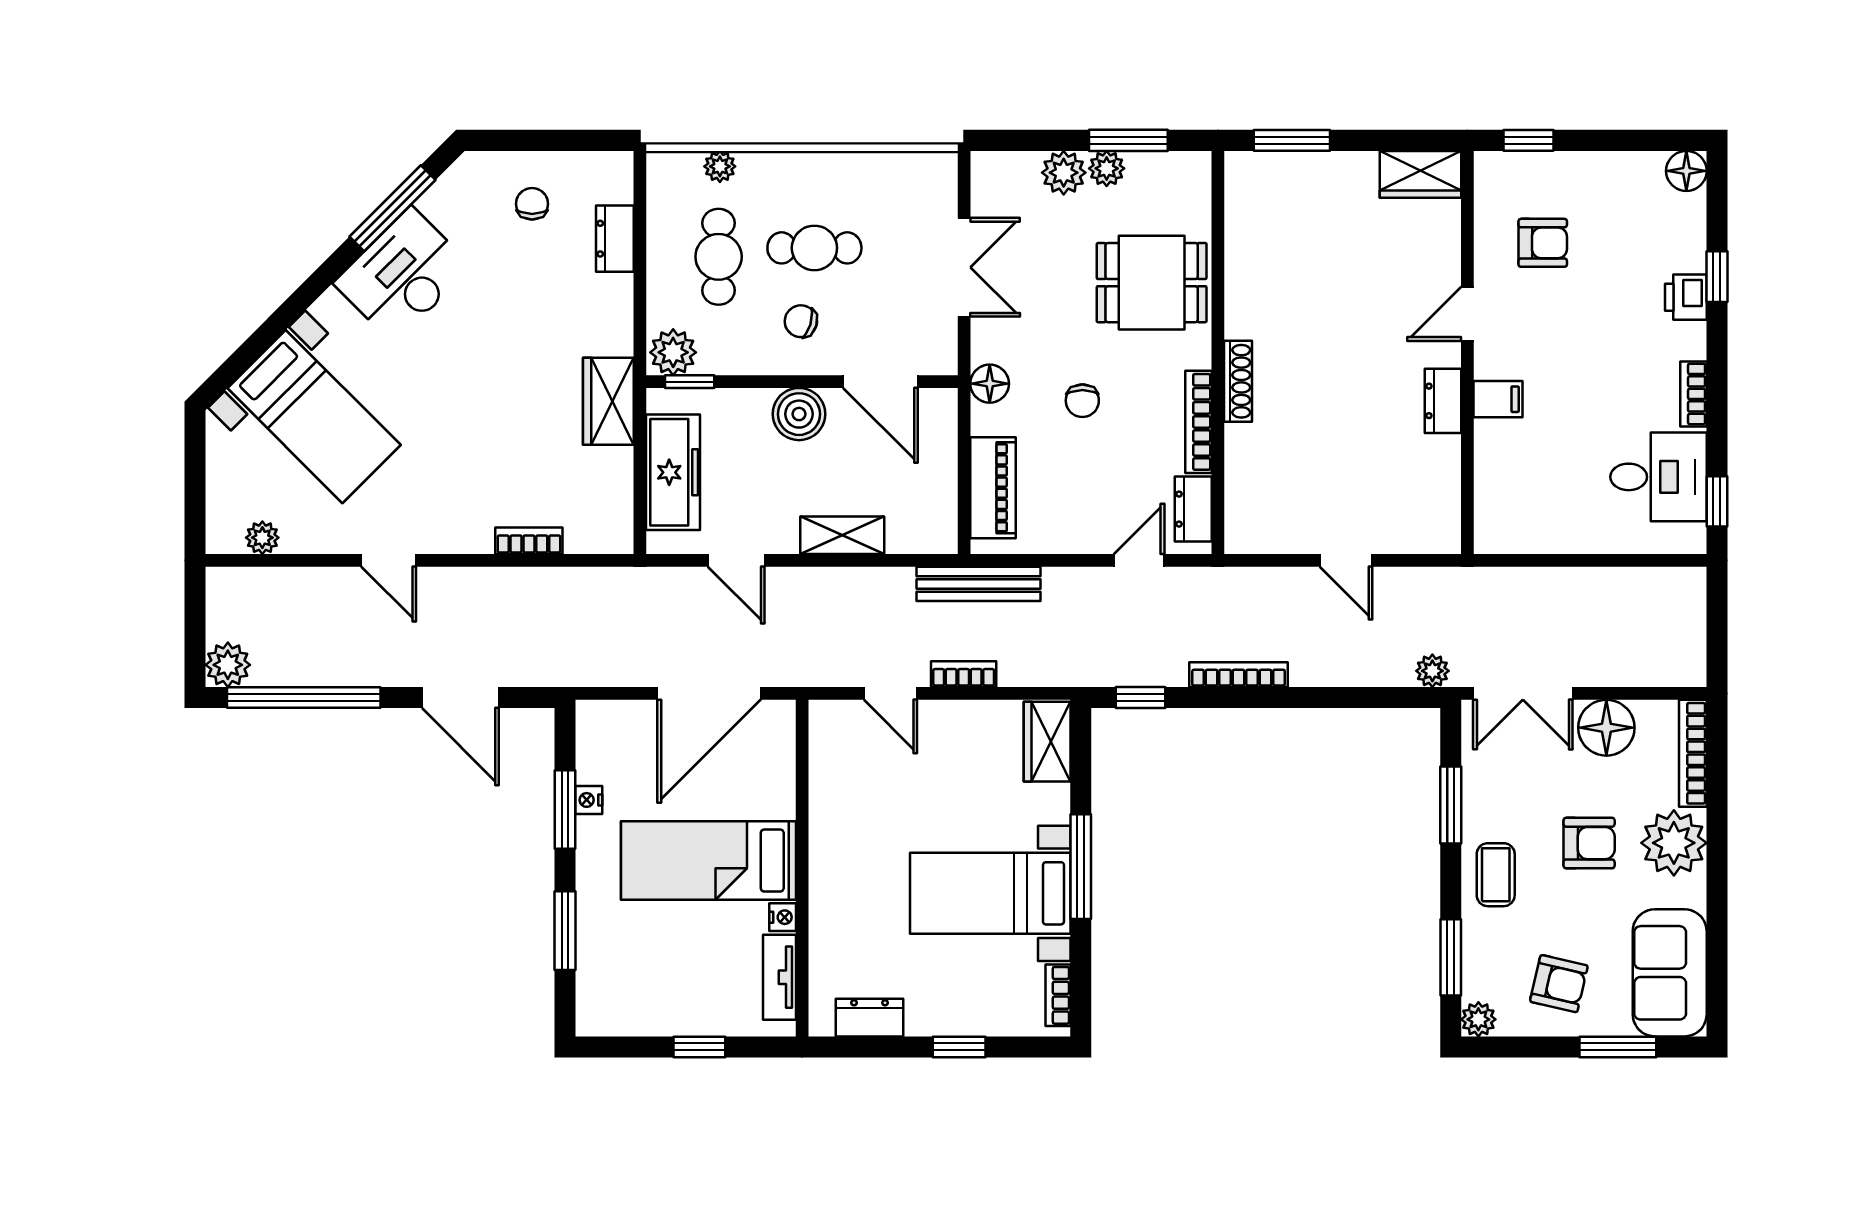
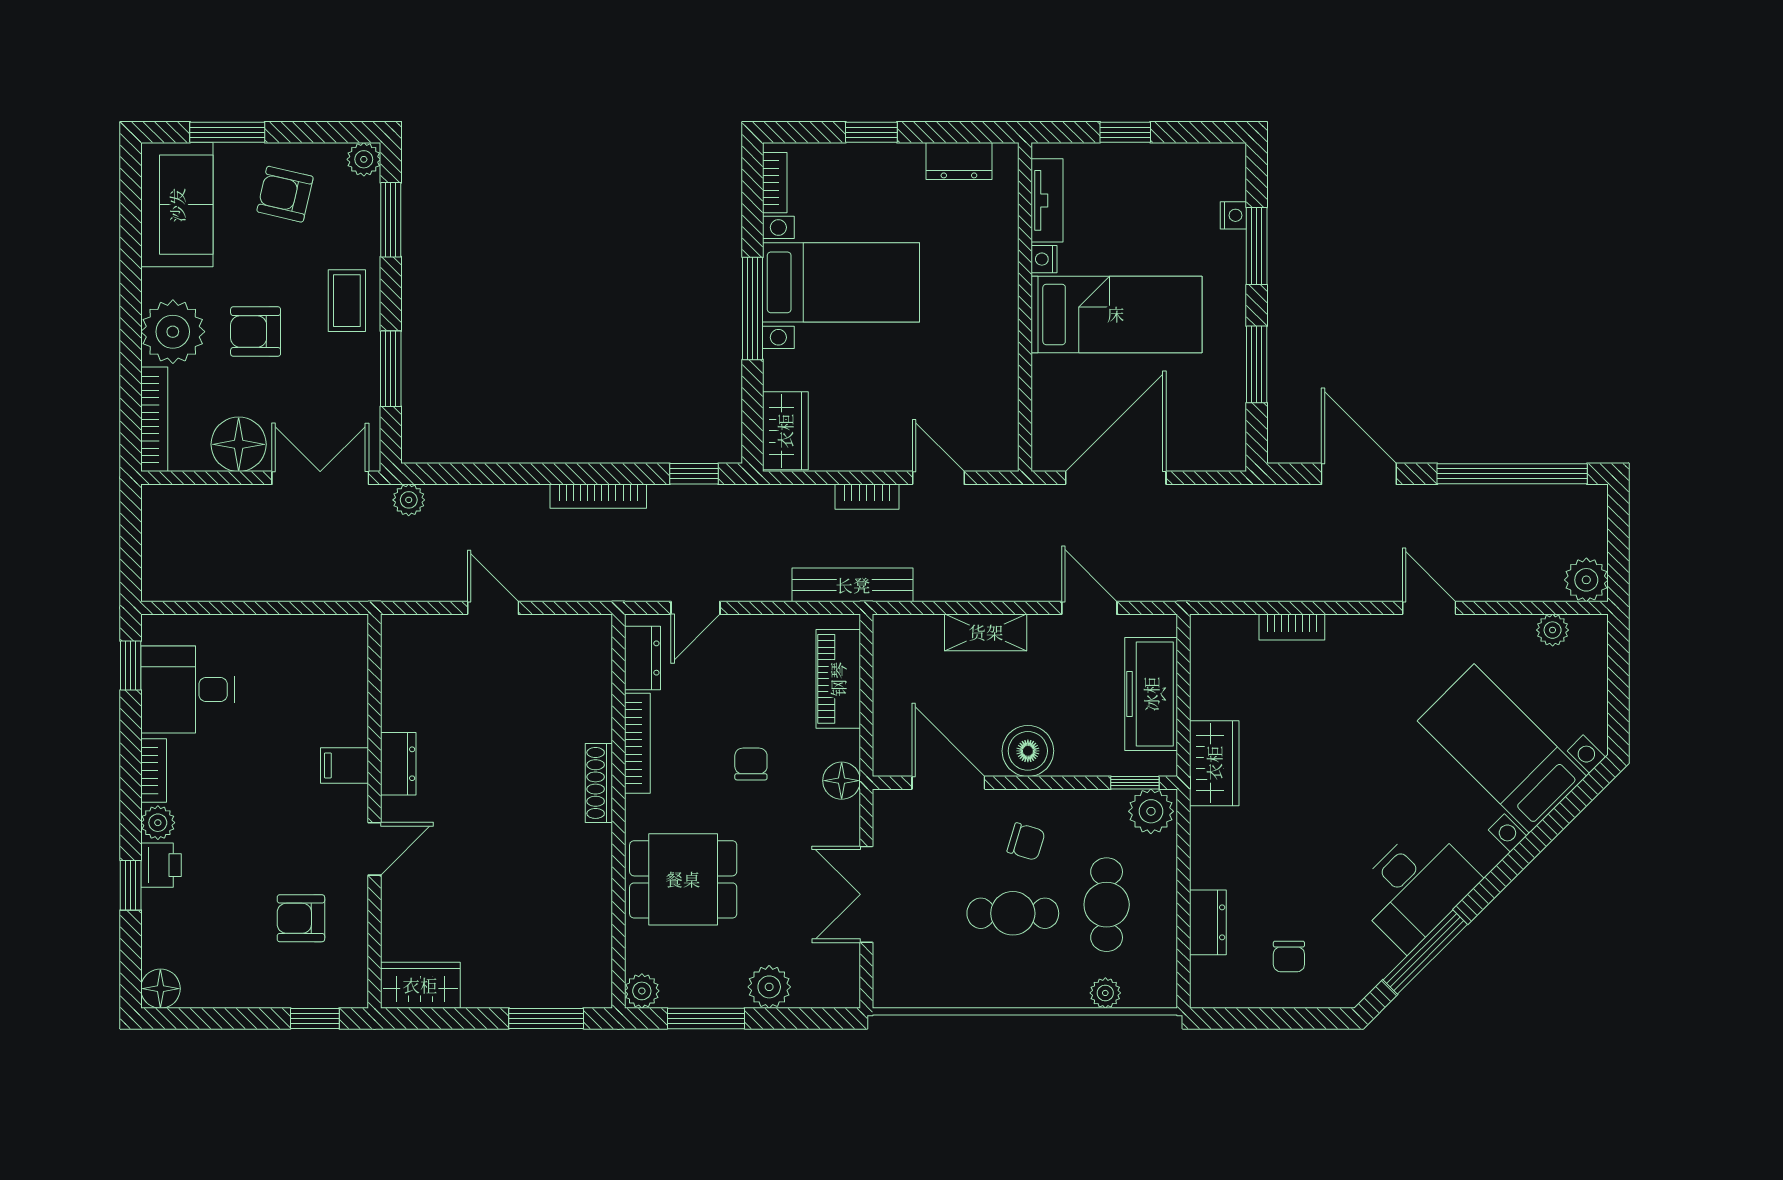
plant: (1107, 168) -> (642, 991), moved
plant: (1689, 341) -> (158, 823), added
plant: (228, 665) -> (1586, 580), moved
nightstand: (589, 800) -> (1233, 215), moved

